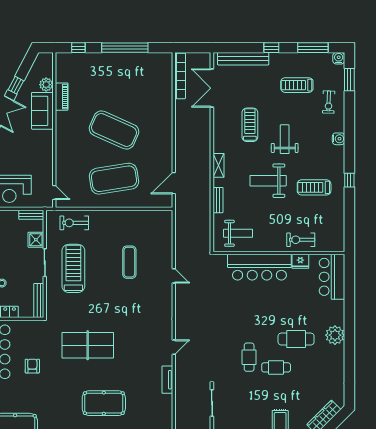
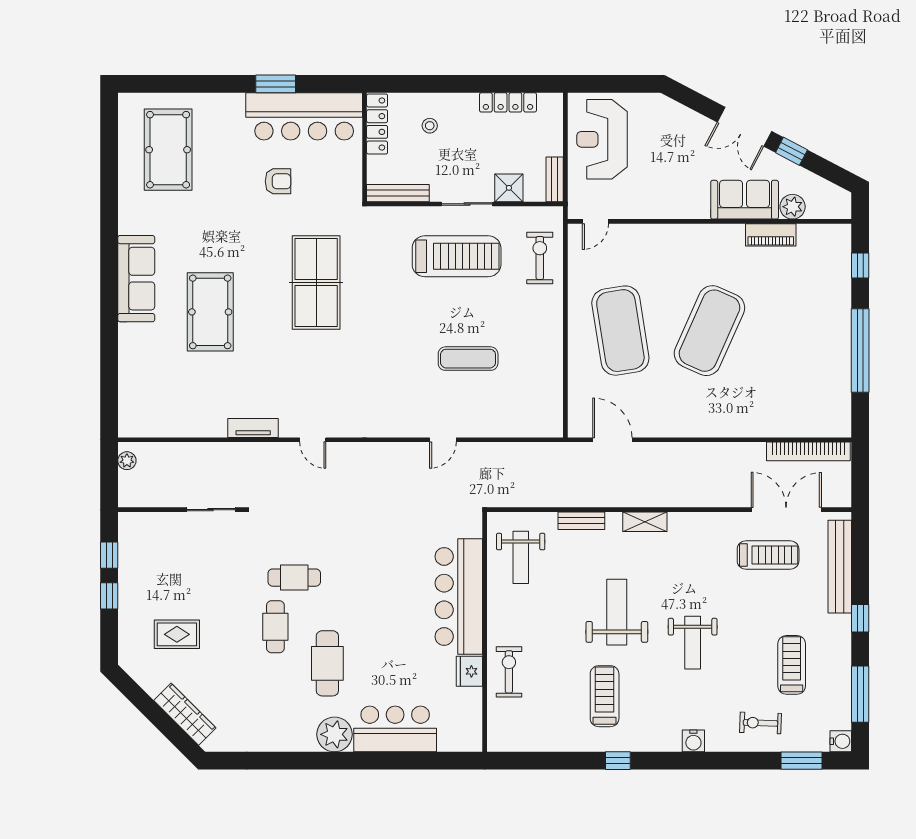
treadmill: (250, 125) -> (768, 555), moved
weight bench: (285, 139) -> (693, 643), turned 90
bar counter: (332, 277) -> (395, 729), moved

